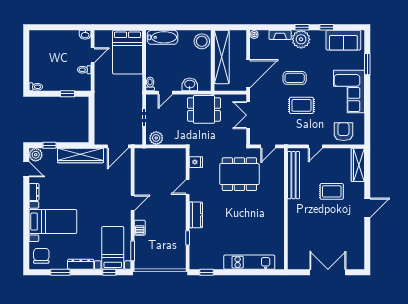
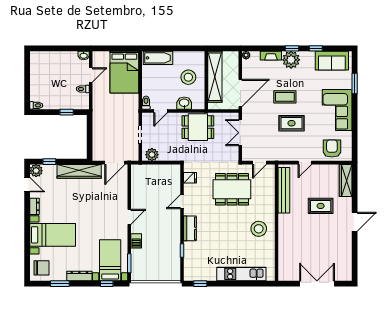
stool: (202, 41) -> (188, 77), moved
stool: (267, 215) -> (259, 229), added
chair: (41, 256) -> (41, 268), turned 90

